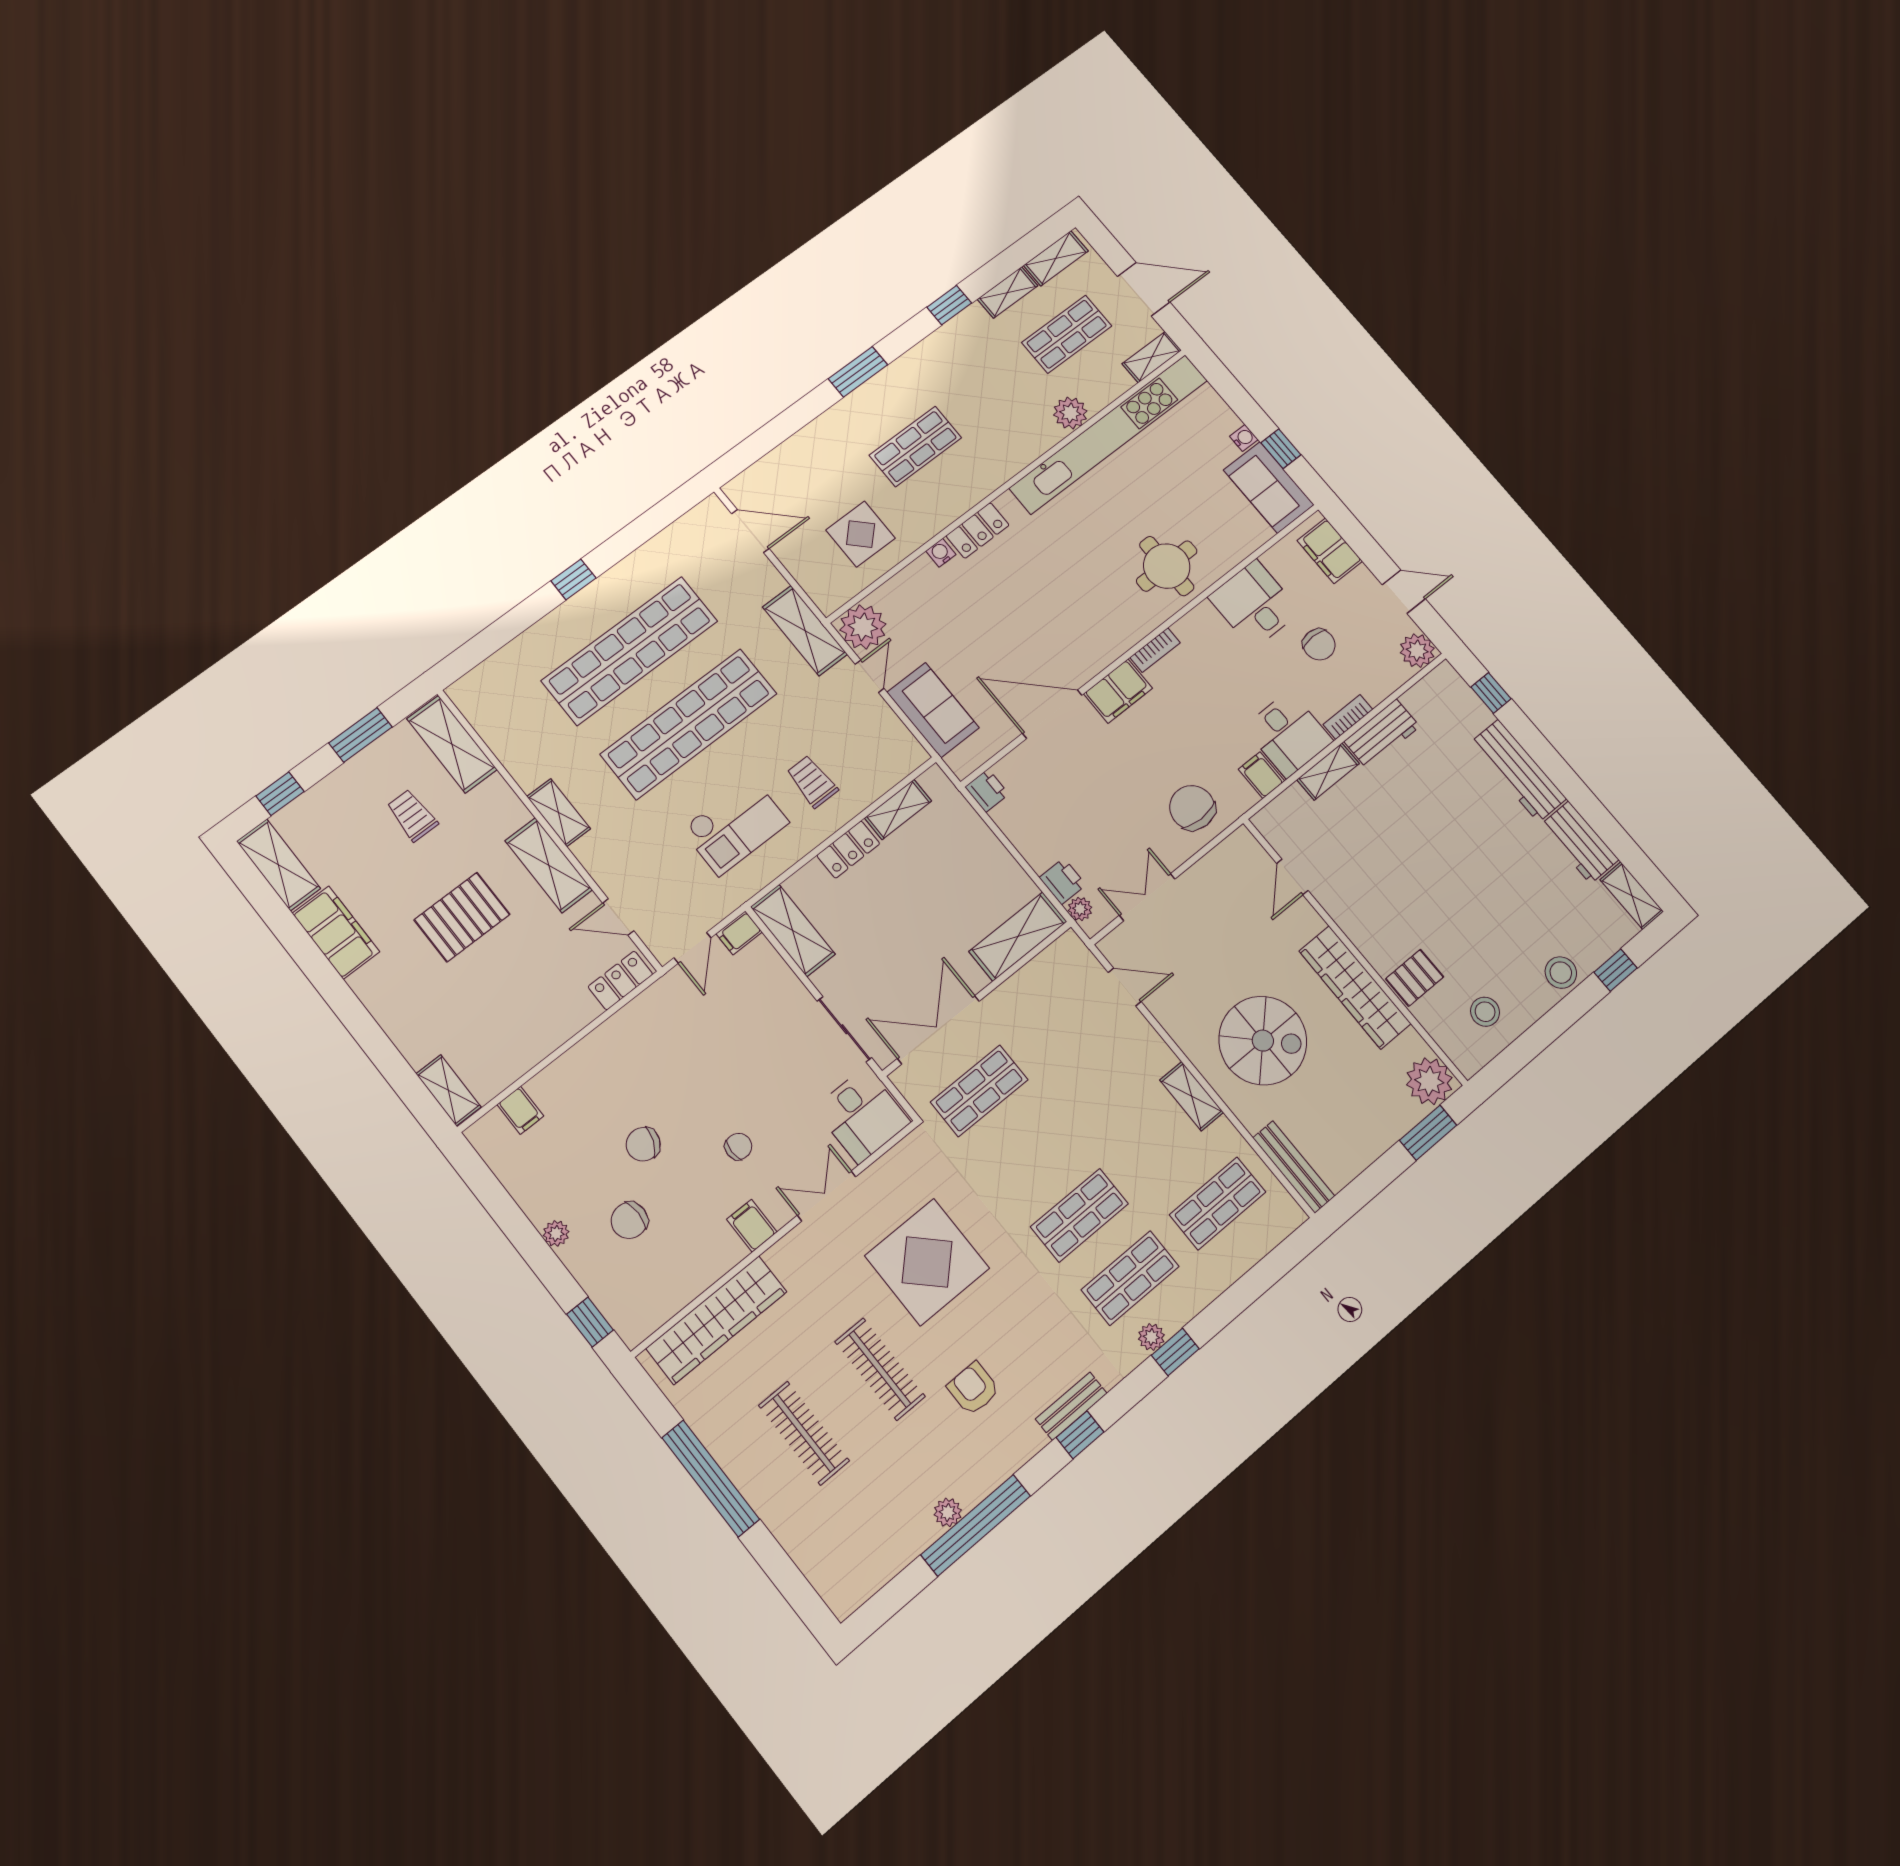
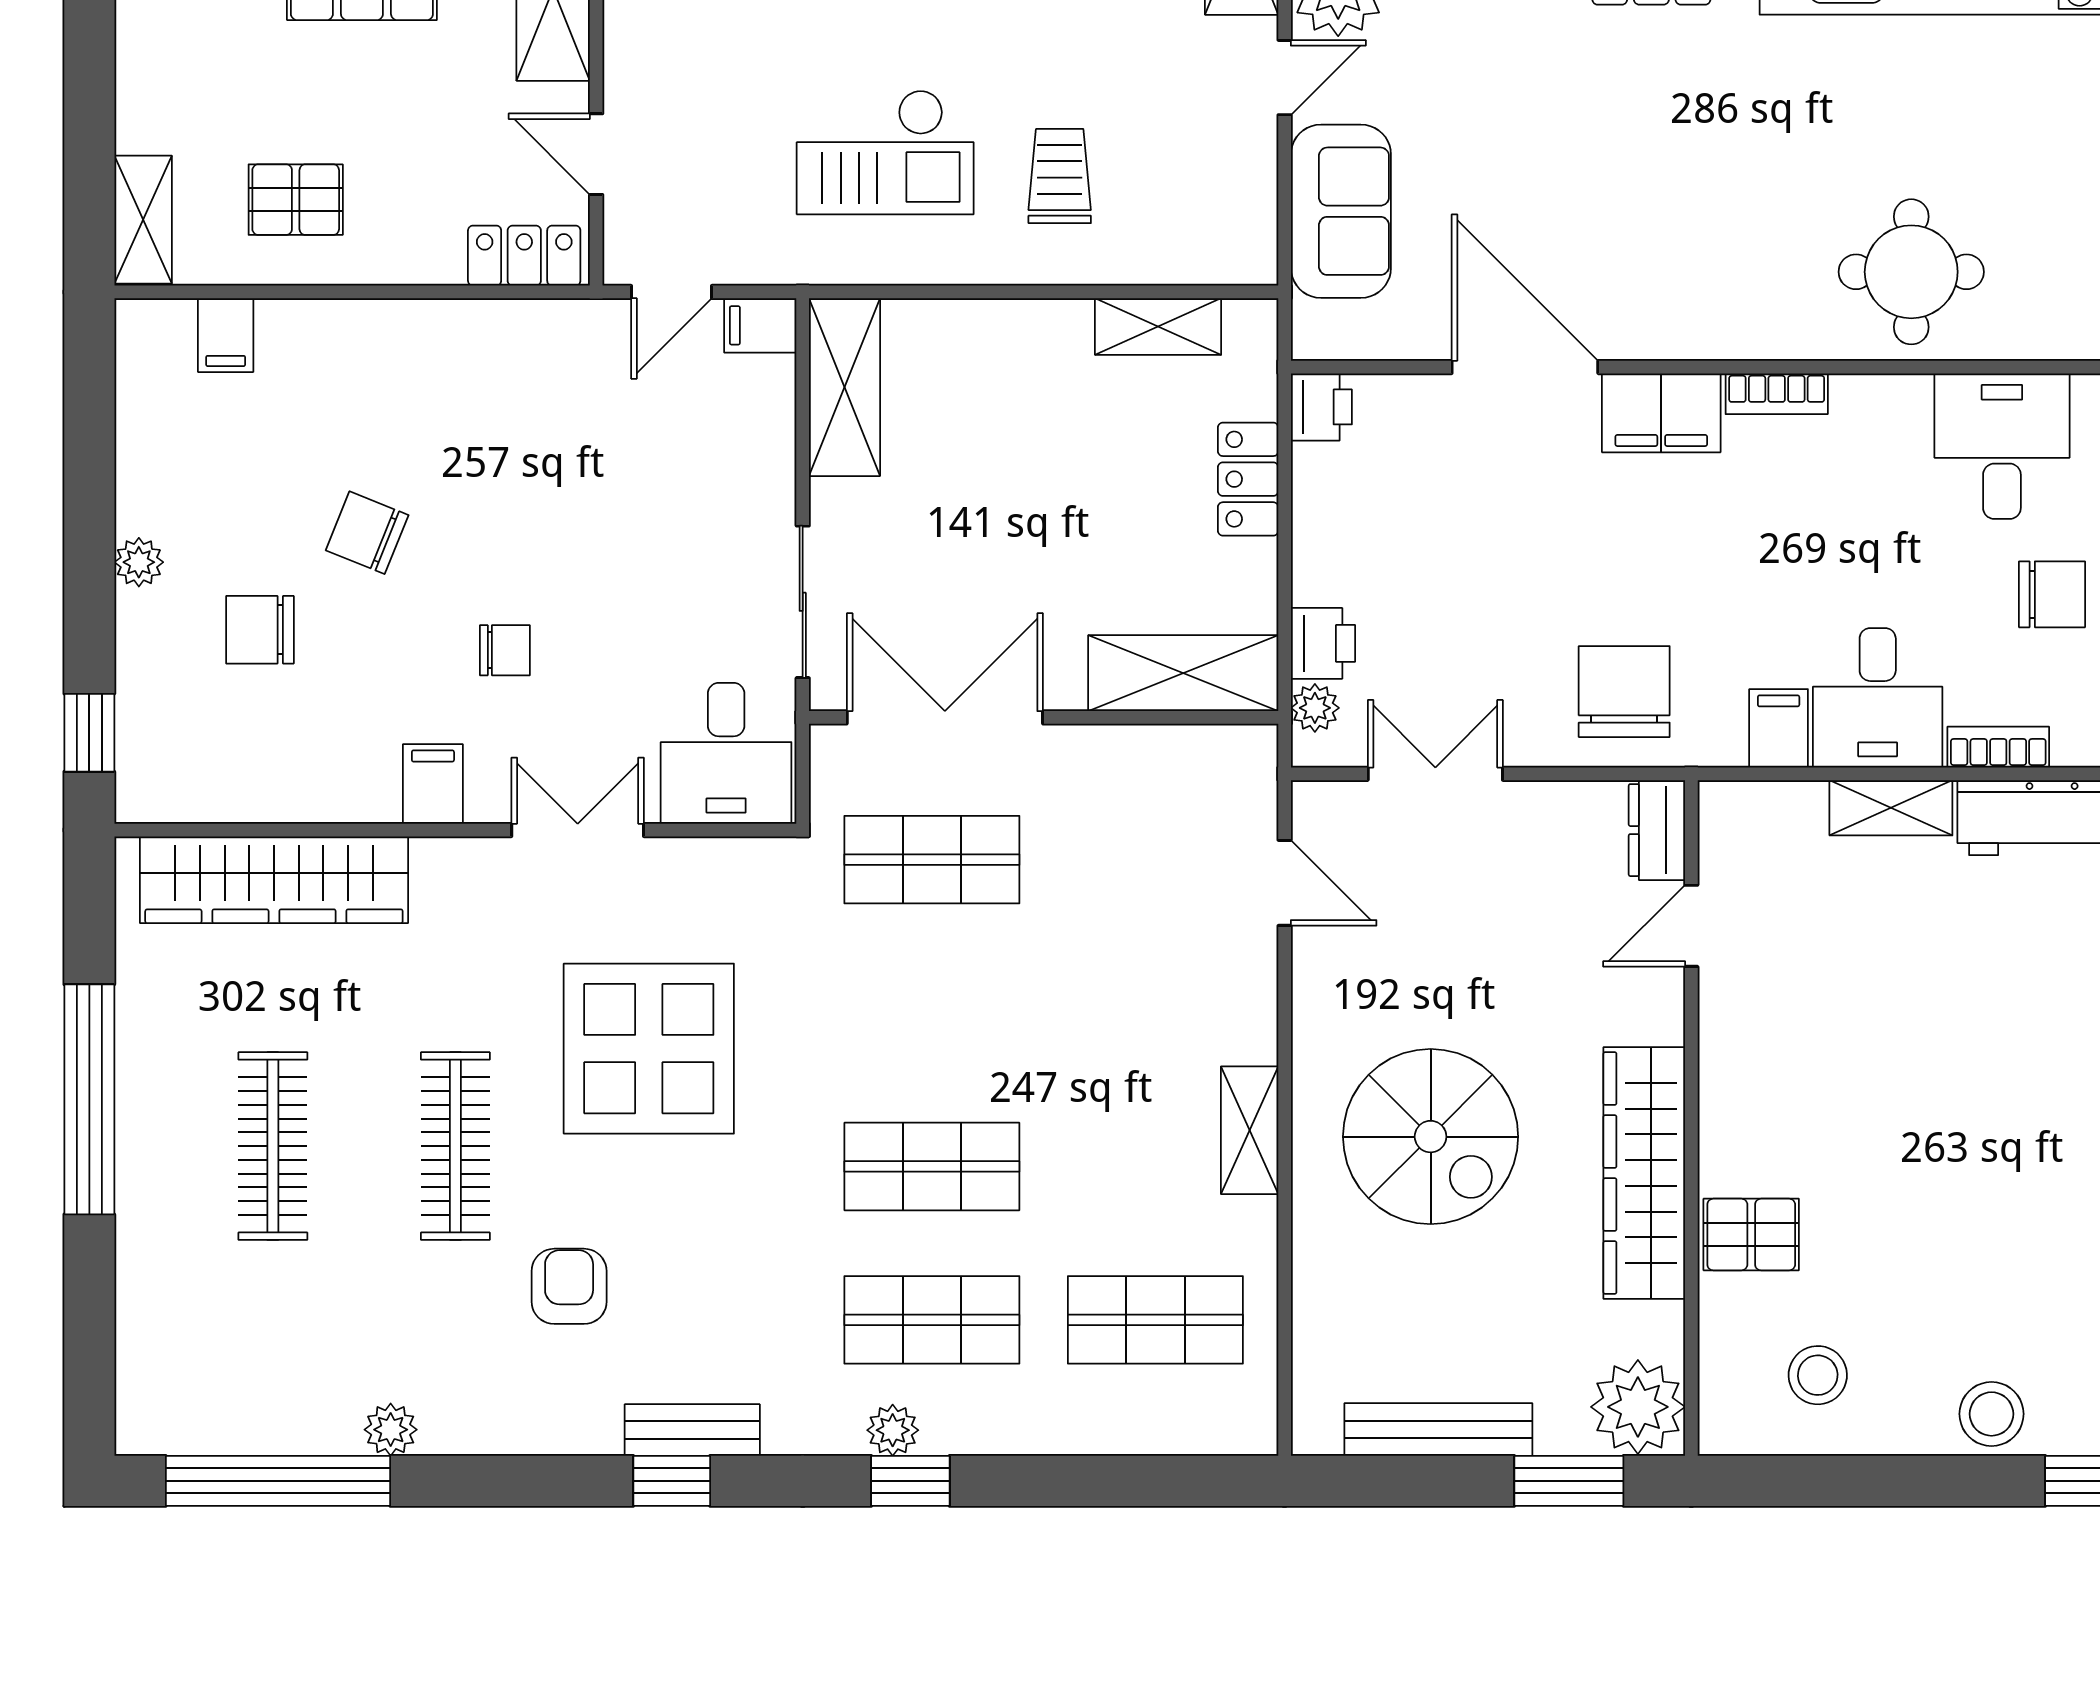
chair: (1319, 644) -> (2052, 594), turned -90
locker: (848, 850) -> (1248, 479), moved, turned 90
dresser: (1249, 851) -> (1657, 830), added
pallet: (507, 1032) -> (296, 200), added
bench: (1294, 1167) -> (1438, 1429), moved, turned 90
window: (976, 1525) -> (278, 1481), moved

